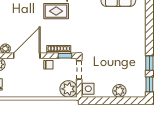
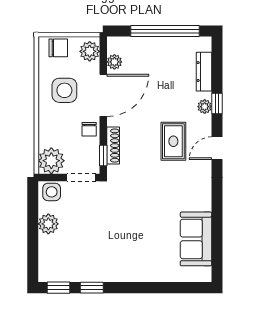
door: (27, 56) -> (103, 95), hinge flipped
side table: (24, 81) -> (64, 90), added
plant: (119, 91) -> (48, 224), moved

